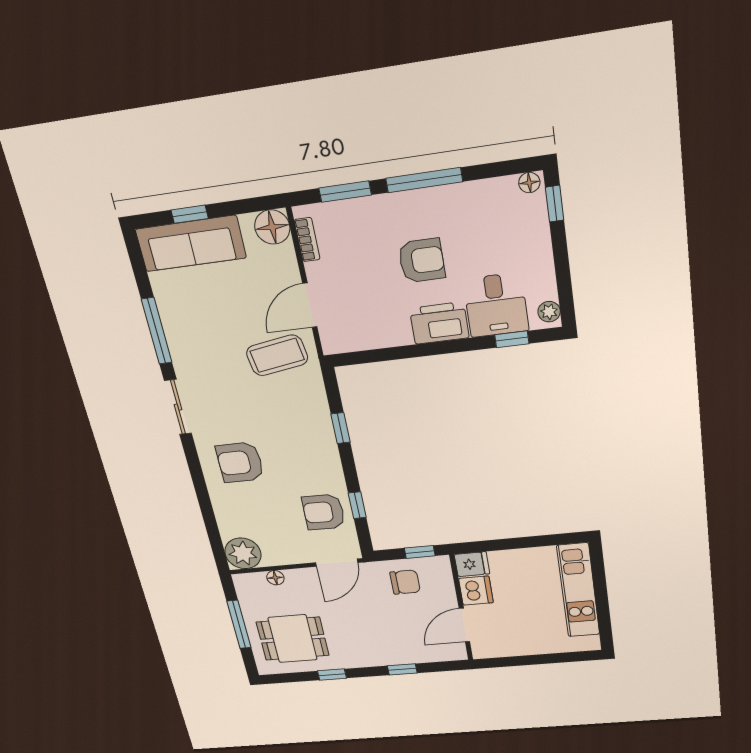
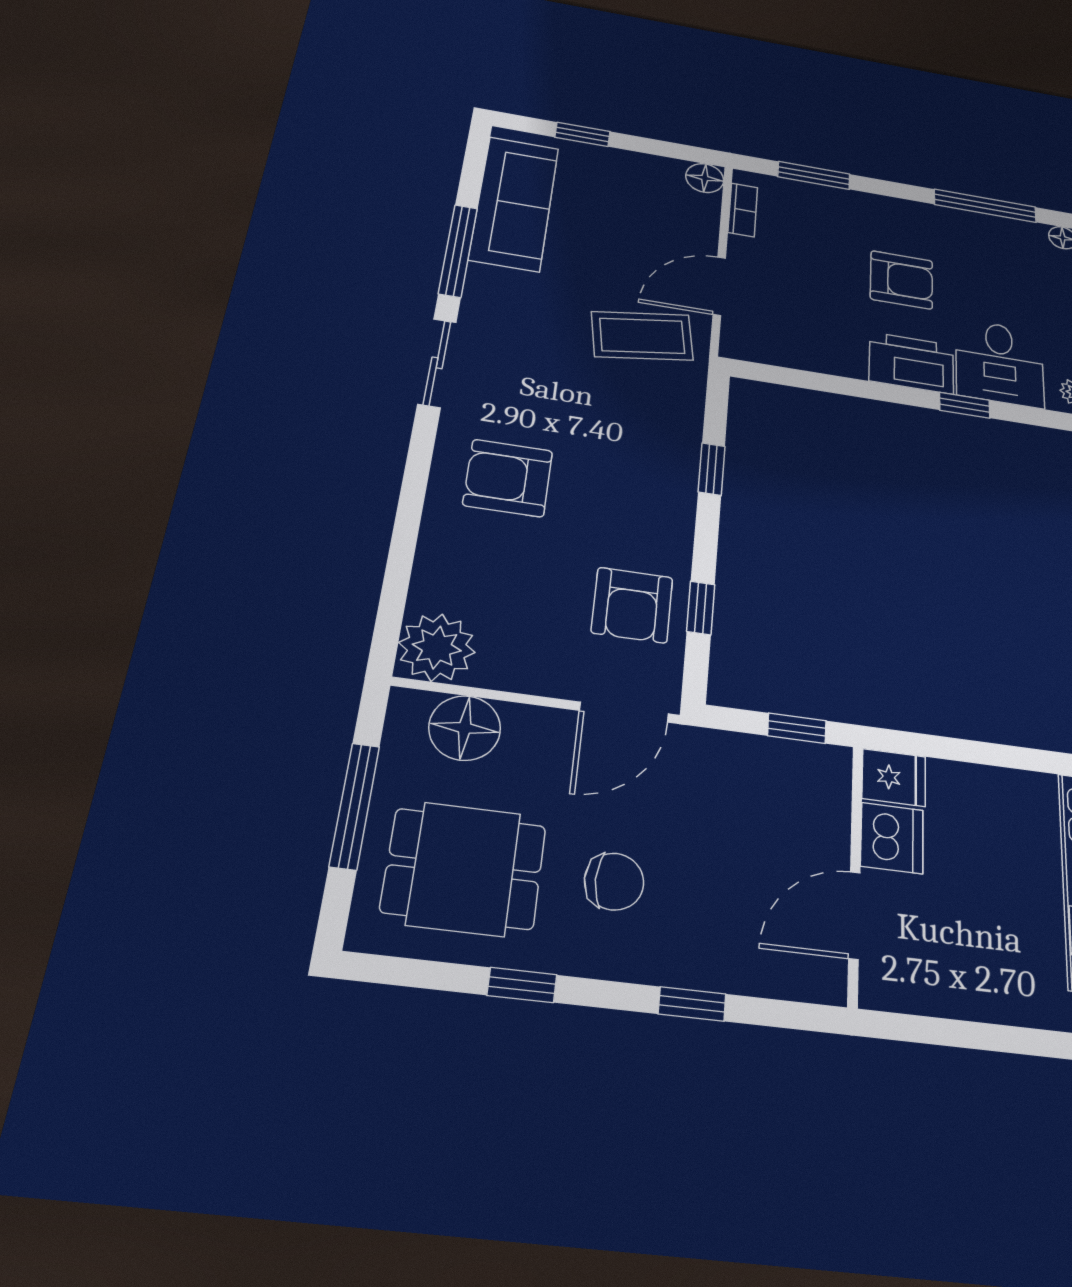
window: (424, 180) -> (985, 206), moved
floor lamp: (272, 227) -> (705, 178), width x0.73, depth x0.73
sofa: (191, 244) -> (514, 203), moved, turned -90
window: (512, 339) -> (965, 405), moved
armchair: (324, 512) -> (632, 605), turned -91
floor lamp: (275, 578) -> (465, 728), width x1.89, depth x1.89
chair: (405, 582) -> (614, 882), moved

